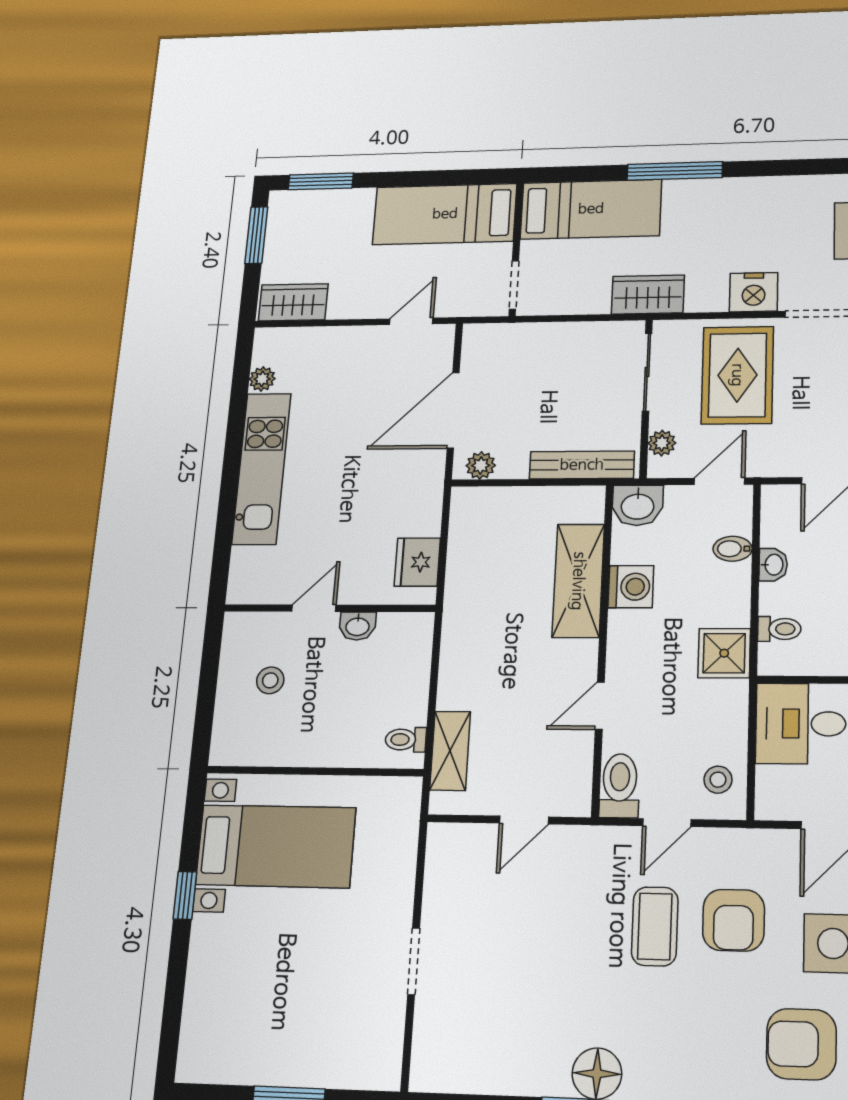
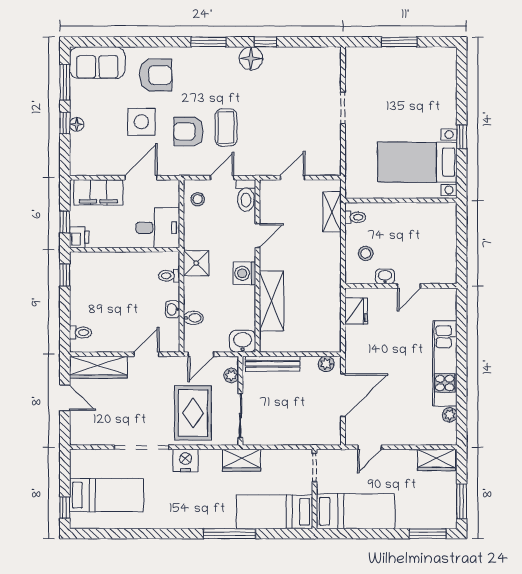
washing machine: (631, 587) -> (244, 273), moved
stool: (270, 680) -> (366, 253), moved
armchair: (734, 920) -> (189, 131), turned -90

